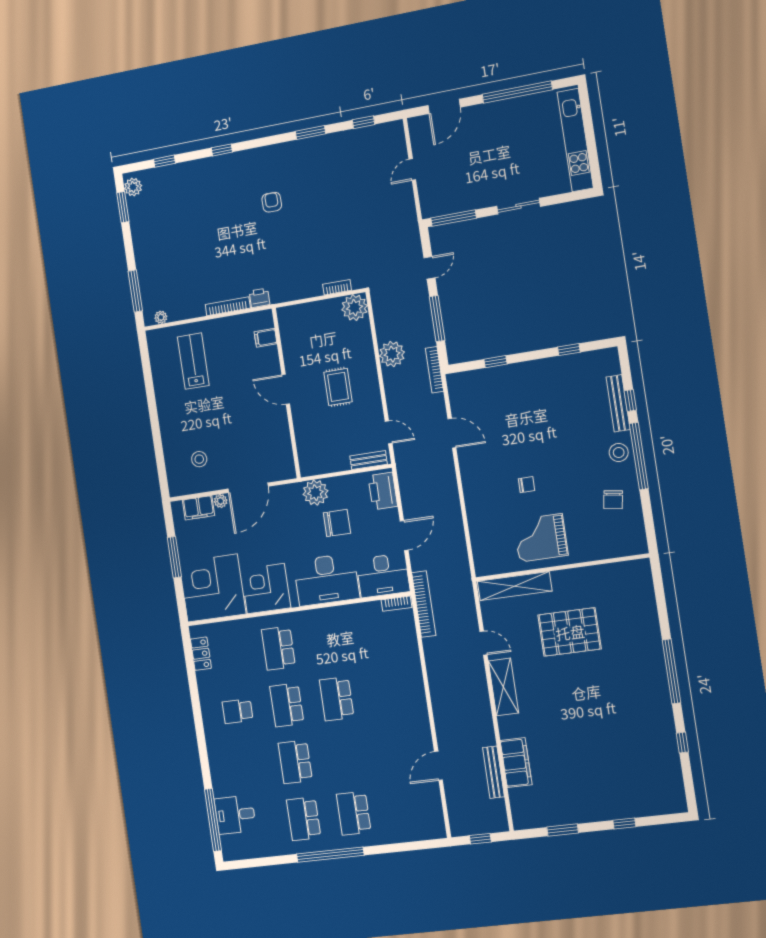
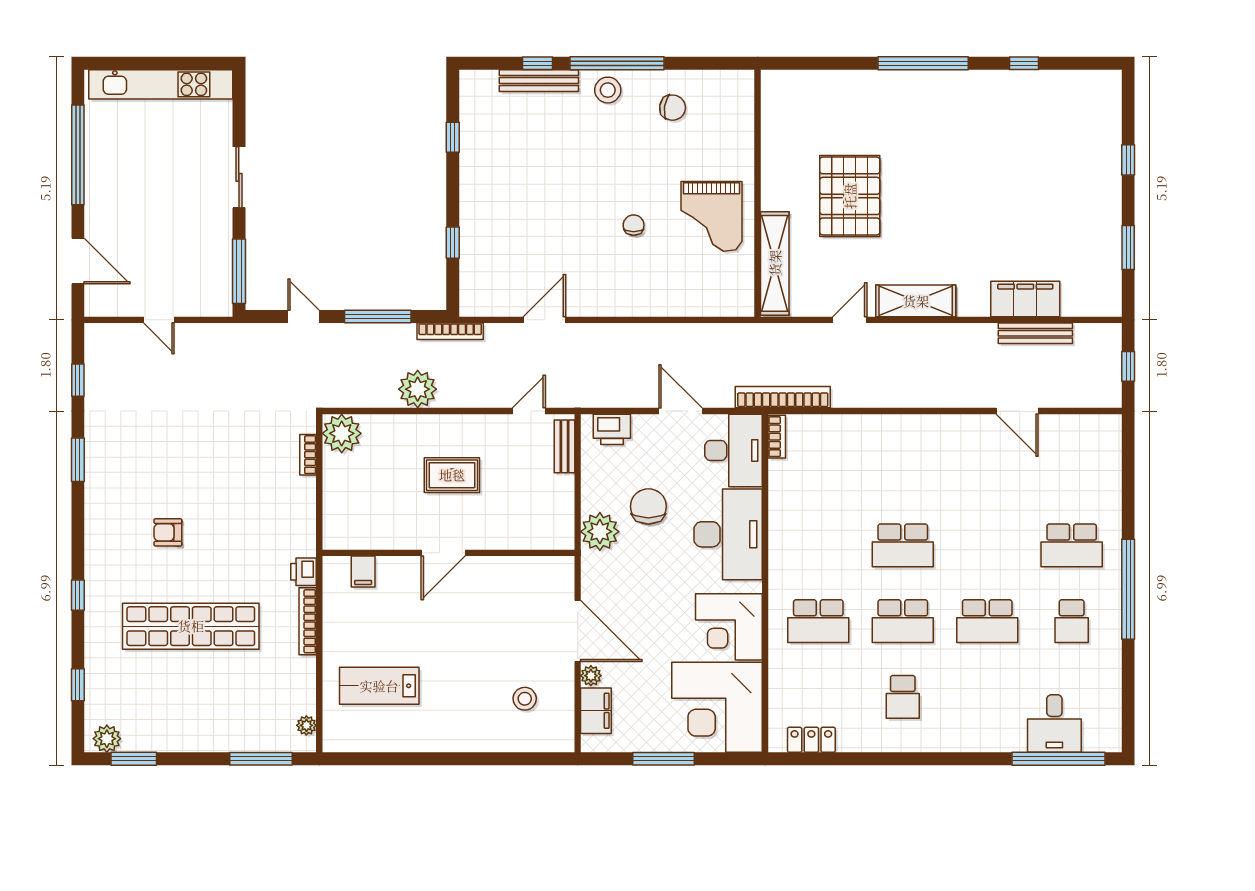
shop shelf: (213, 229) -> (191, 626), added
printer: (383, 491) -> (612, 429), width x0.73, depth x0.84
school desk: (304, 819) -> (1072, 621), width x0.54

